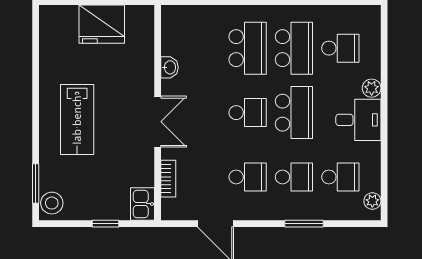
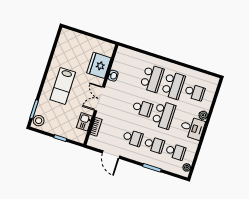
fridge: (102, 24) -> (99, 65), moved, turned 90
double door: (158, 122) -> (100, 99), swing flipped
kitchen sink: (142, 204) -> (84, 122), moved

